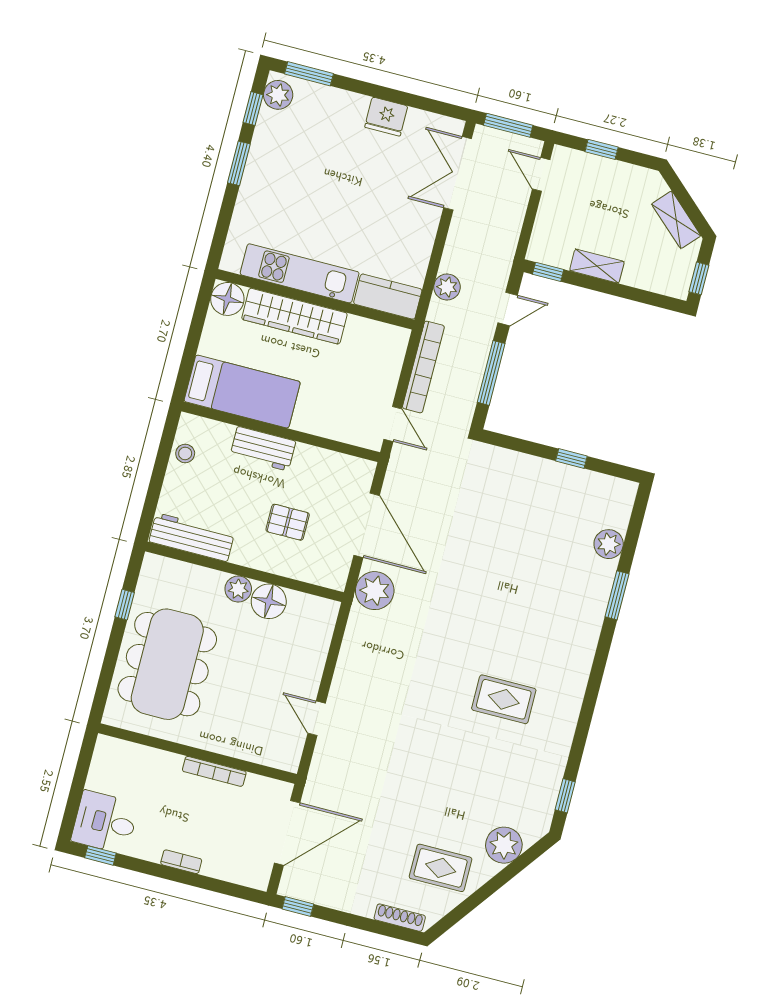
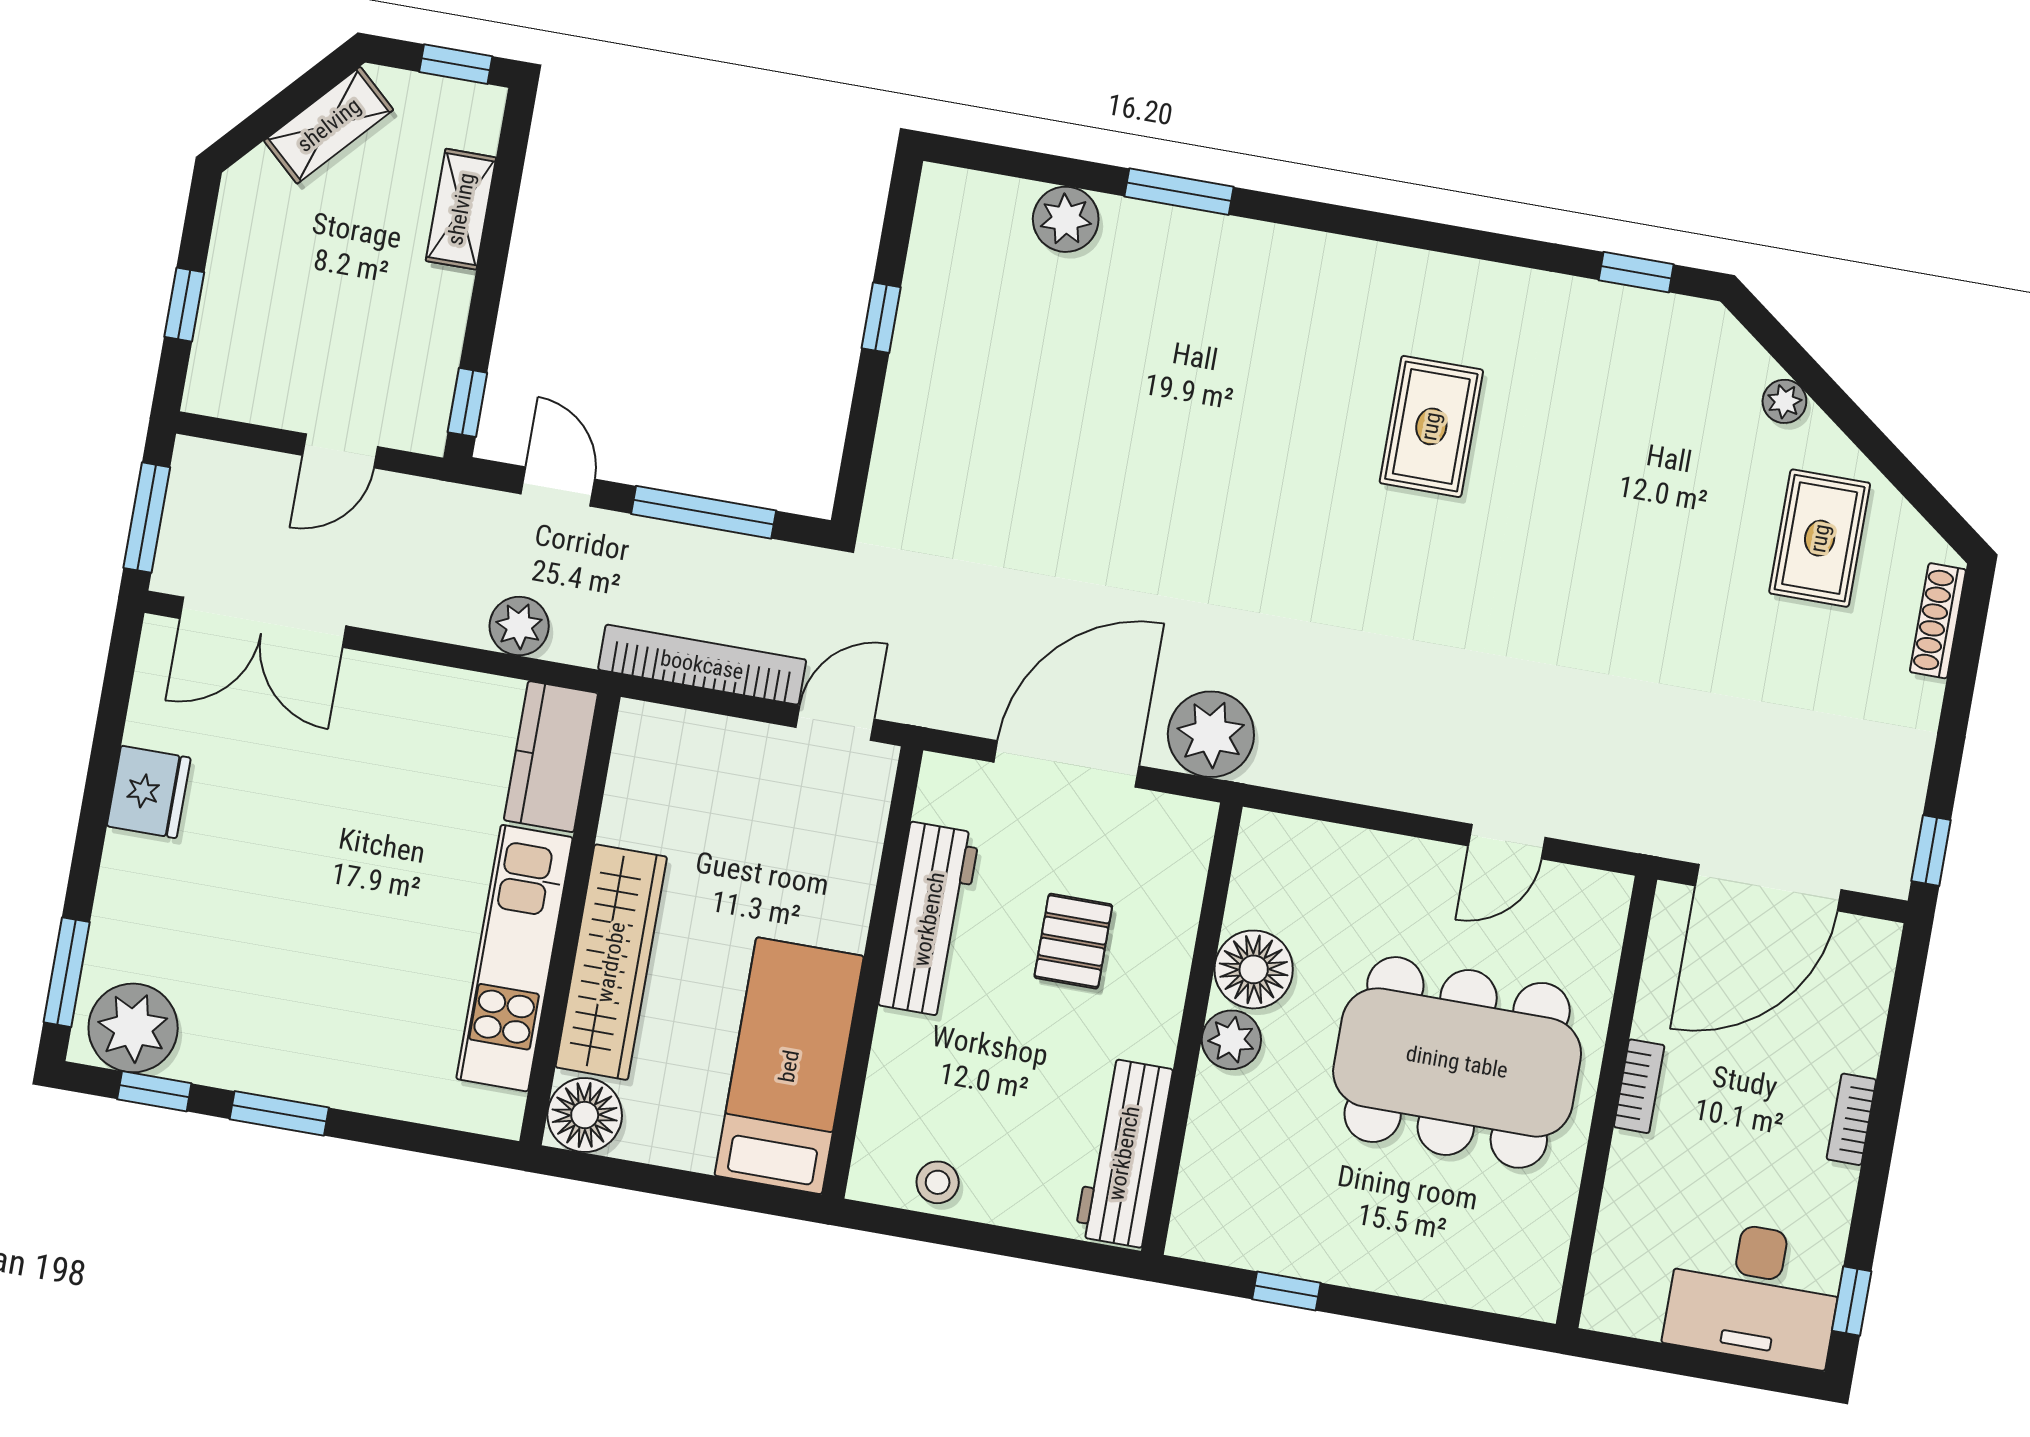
plant: (278, 95) -> (133, 1028), width x1.36, depth x1.36
door: (541, 174) -> (340, 451), moved
shelving: (597, 266) -> (461, 209), moved
workbench: (263, 449) -> (929, 919), moved, width x1.37
dining table: (167, 664) -> (1457, 1062), moved
bookcase: (214, 771) -> (1639, 1086), width x0.64
desk: (105, 822) -> (1754, 1293), width x1.37
door: (287, 833) -> (1768, 888), swing flipped
plant: (504, 845) -> (1784, 401), width x0.53, depth x0.53

